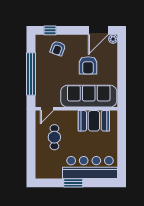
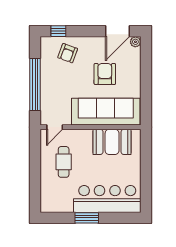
armchair: (88, 65) -> (105, 74), turned 180

